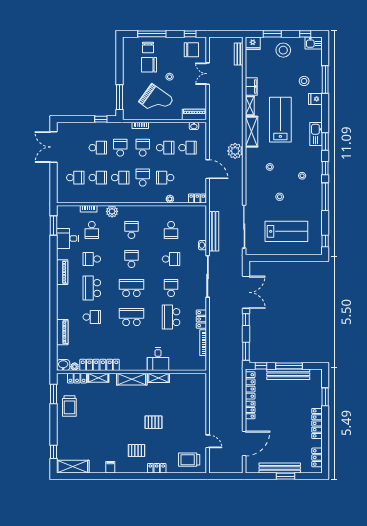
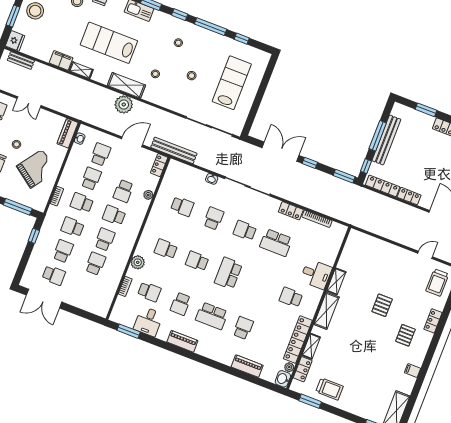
shelving: (252, 132) -> (126, 85), moved
school desk: (75, 178) -> (54, 275), moved, turned 90
bench: (214, 231) -> (174, 150), moved
window: (325, 241) -> (242, 39), moved
school desk: (131, 317) -> (291, 297), moved, width x0.54

